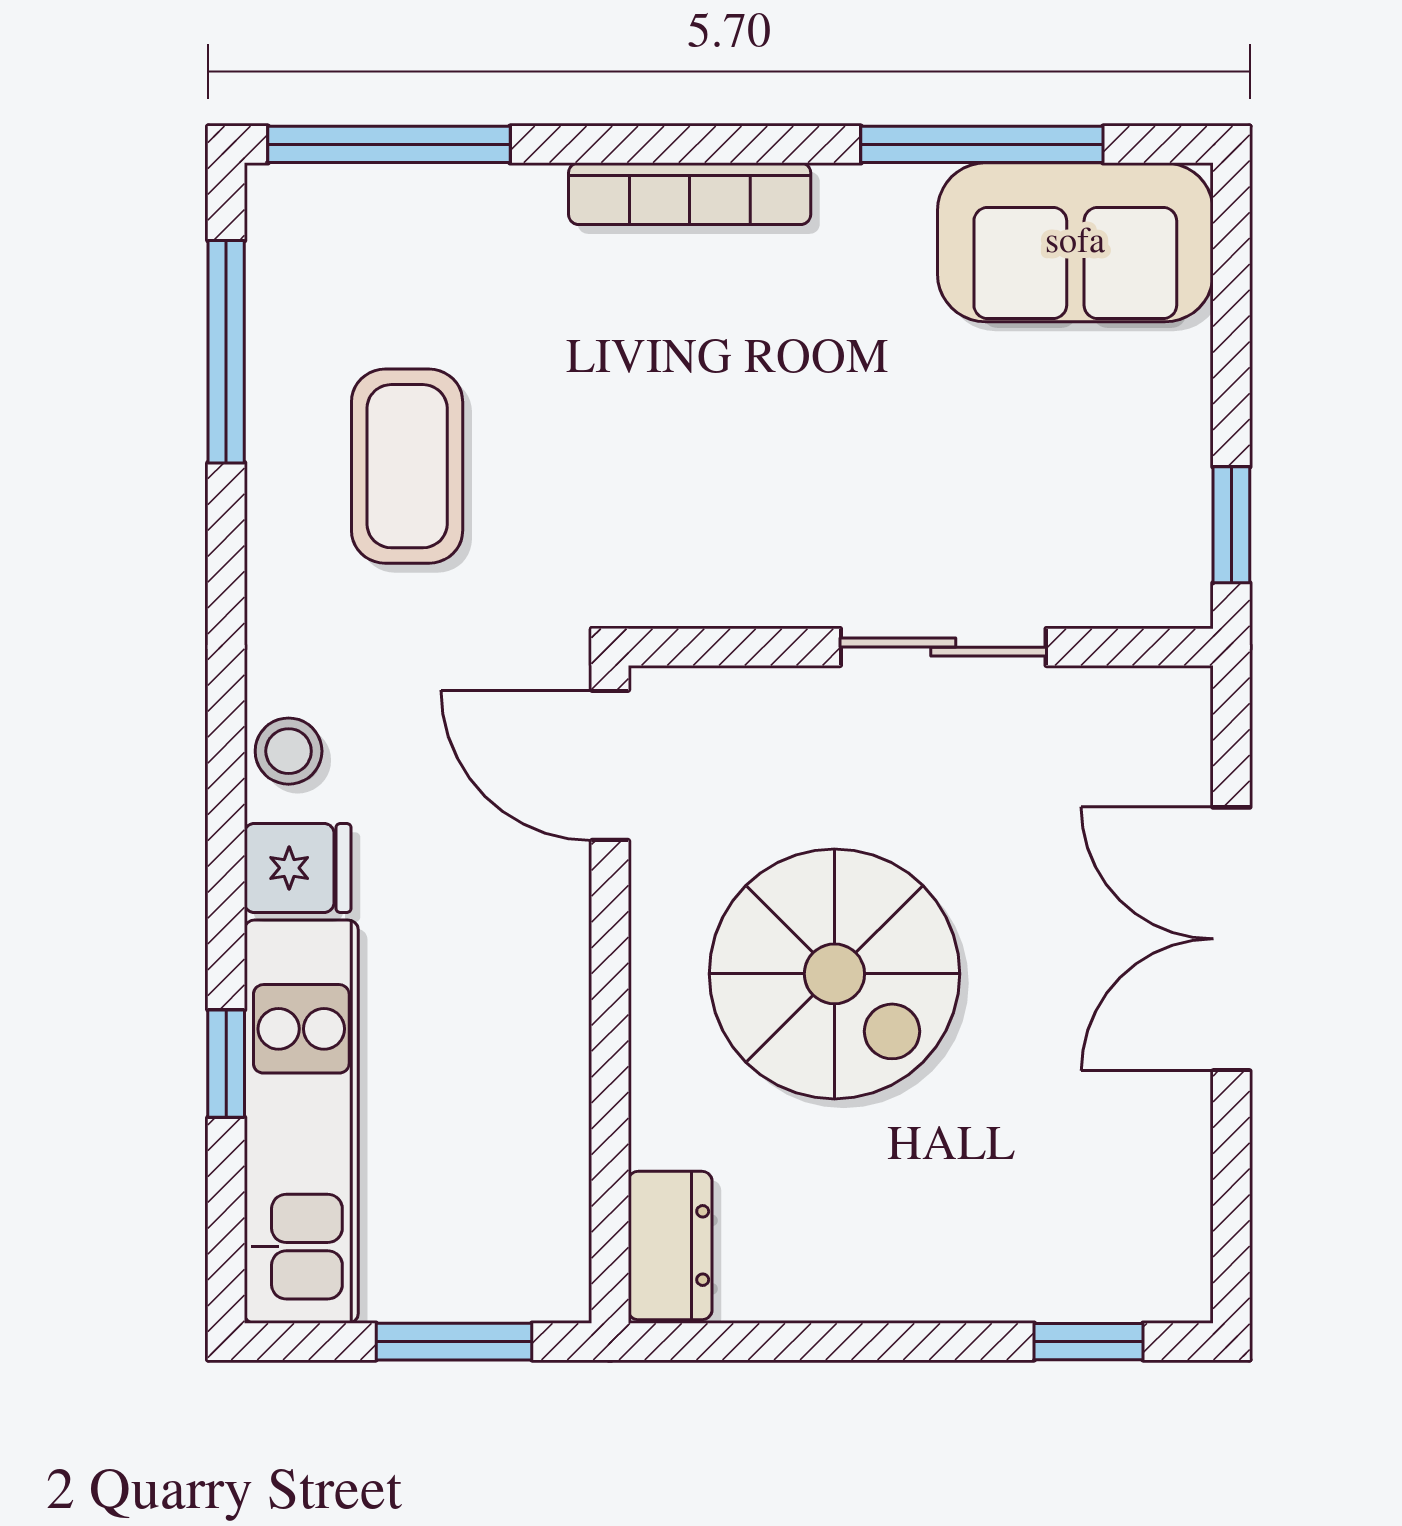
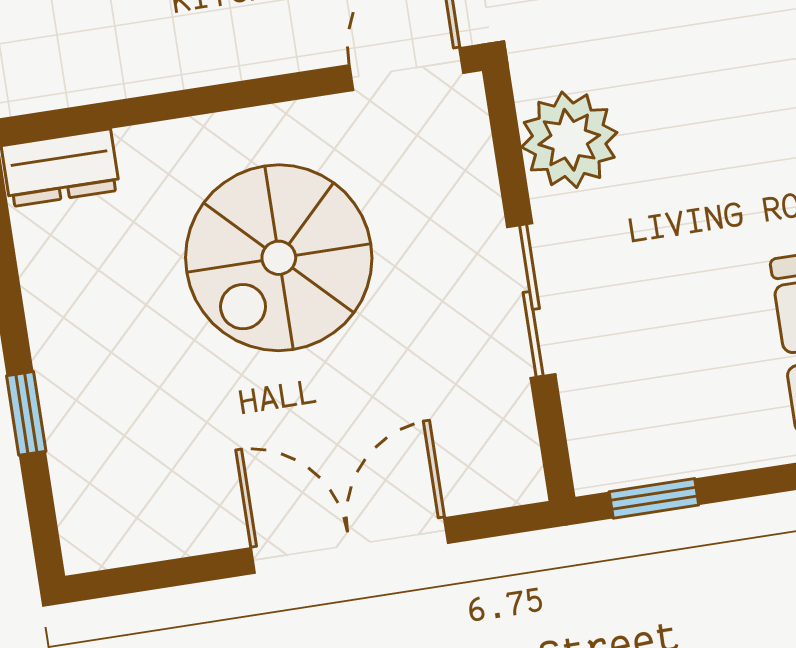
plant: (737, 564) -> (569, 140), added
window: (1089, 1342) -> (26, 413), moved

